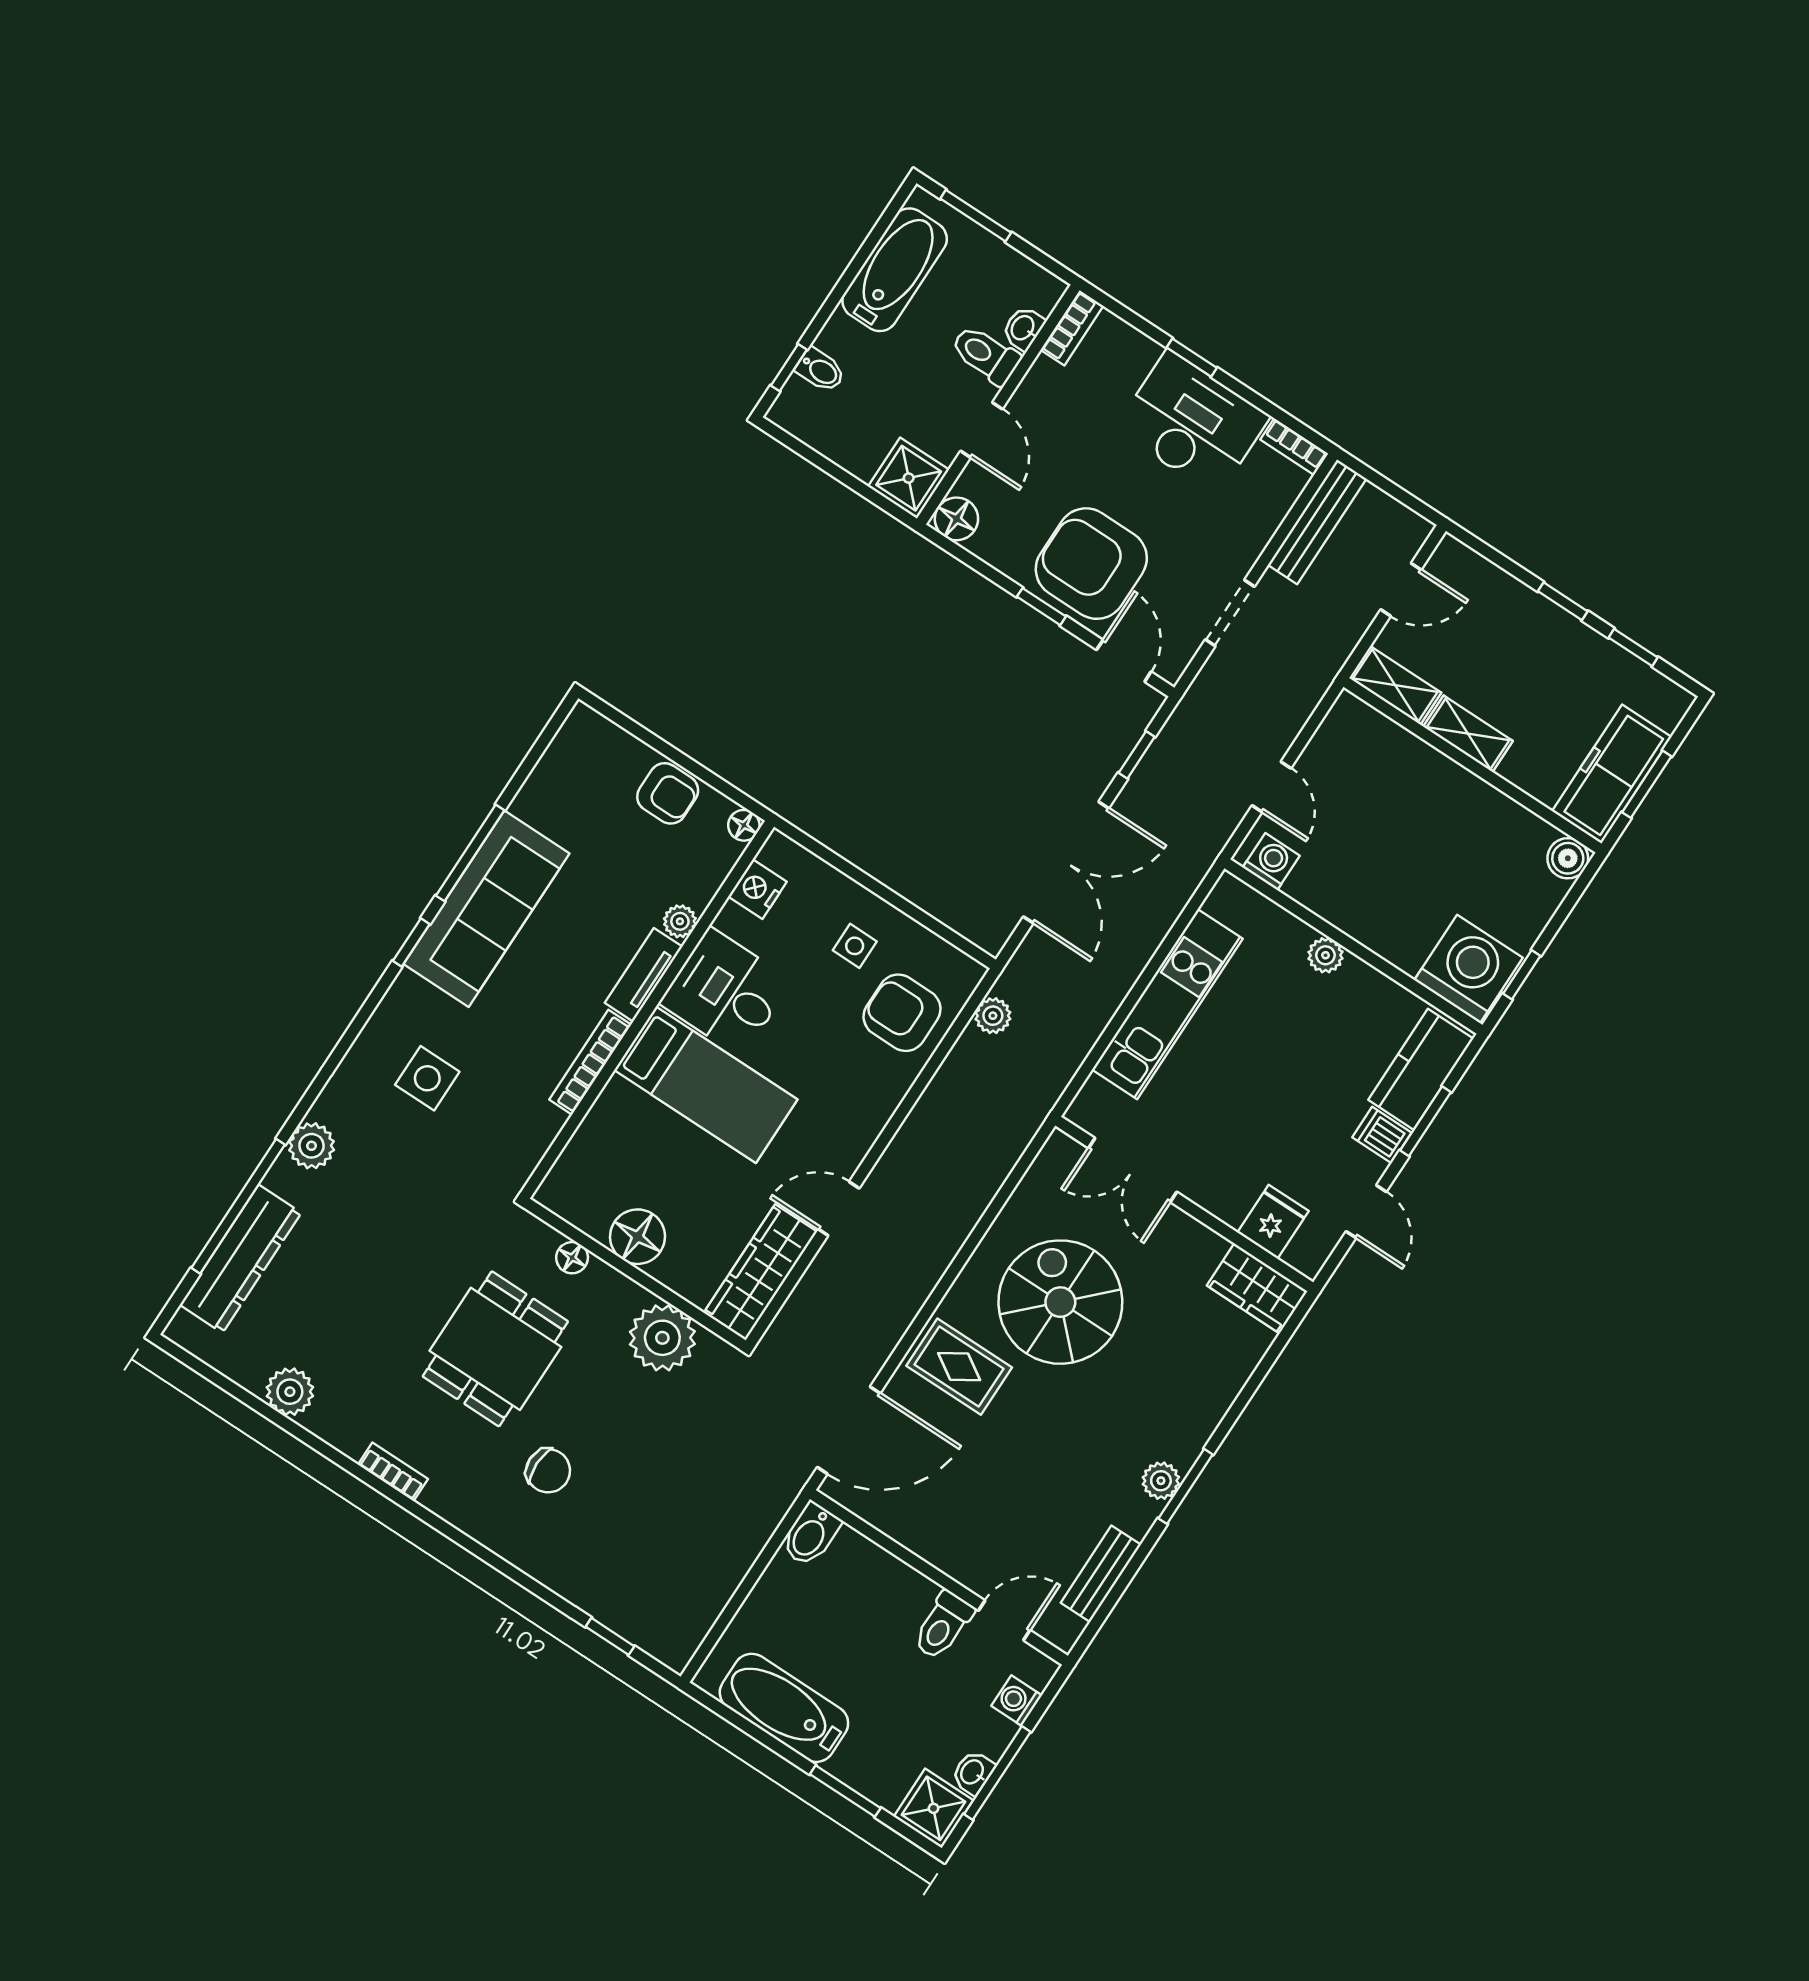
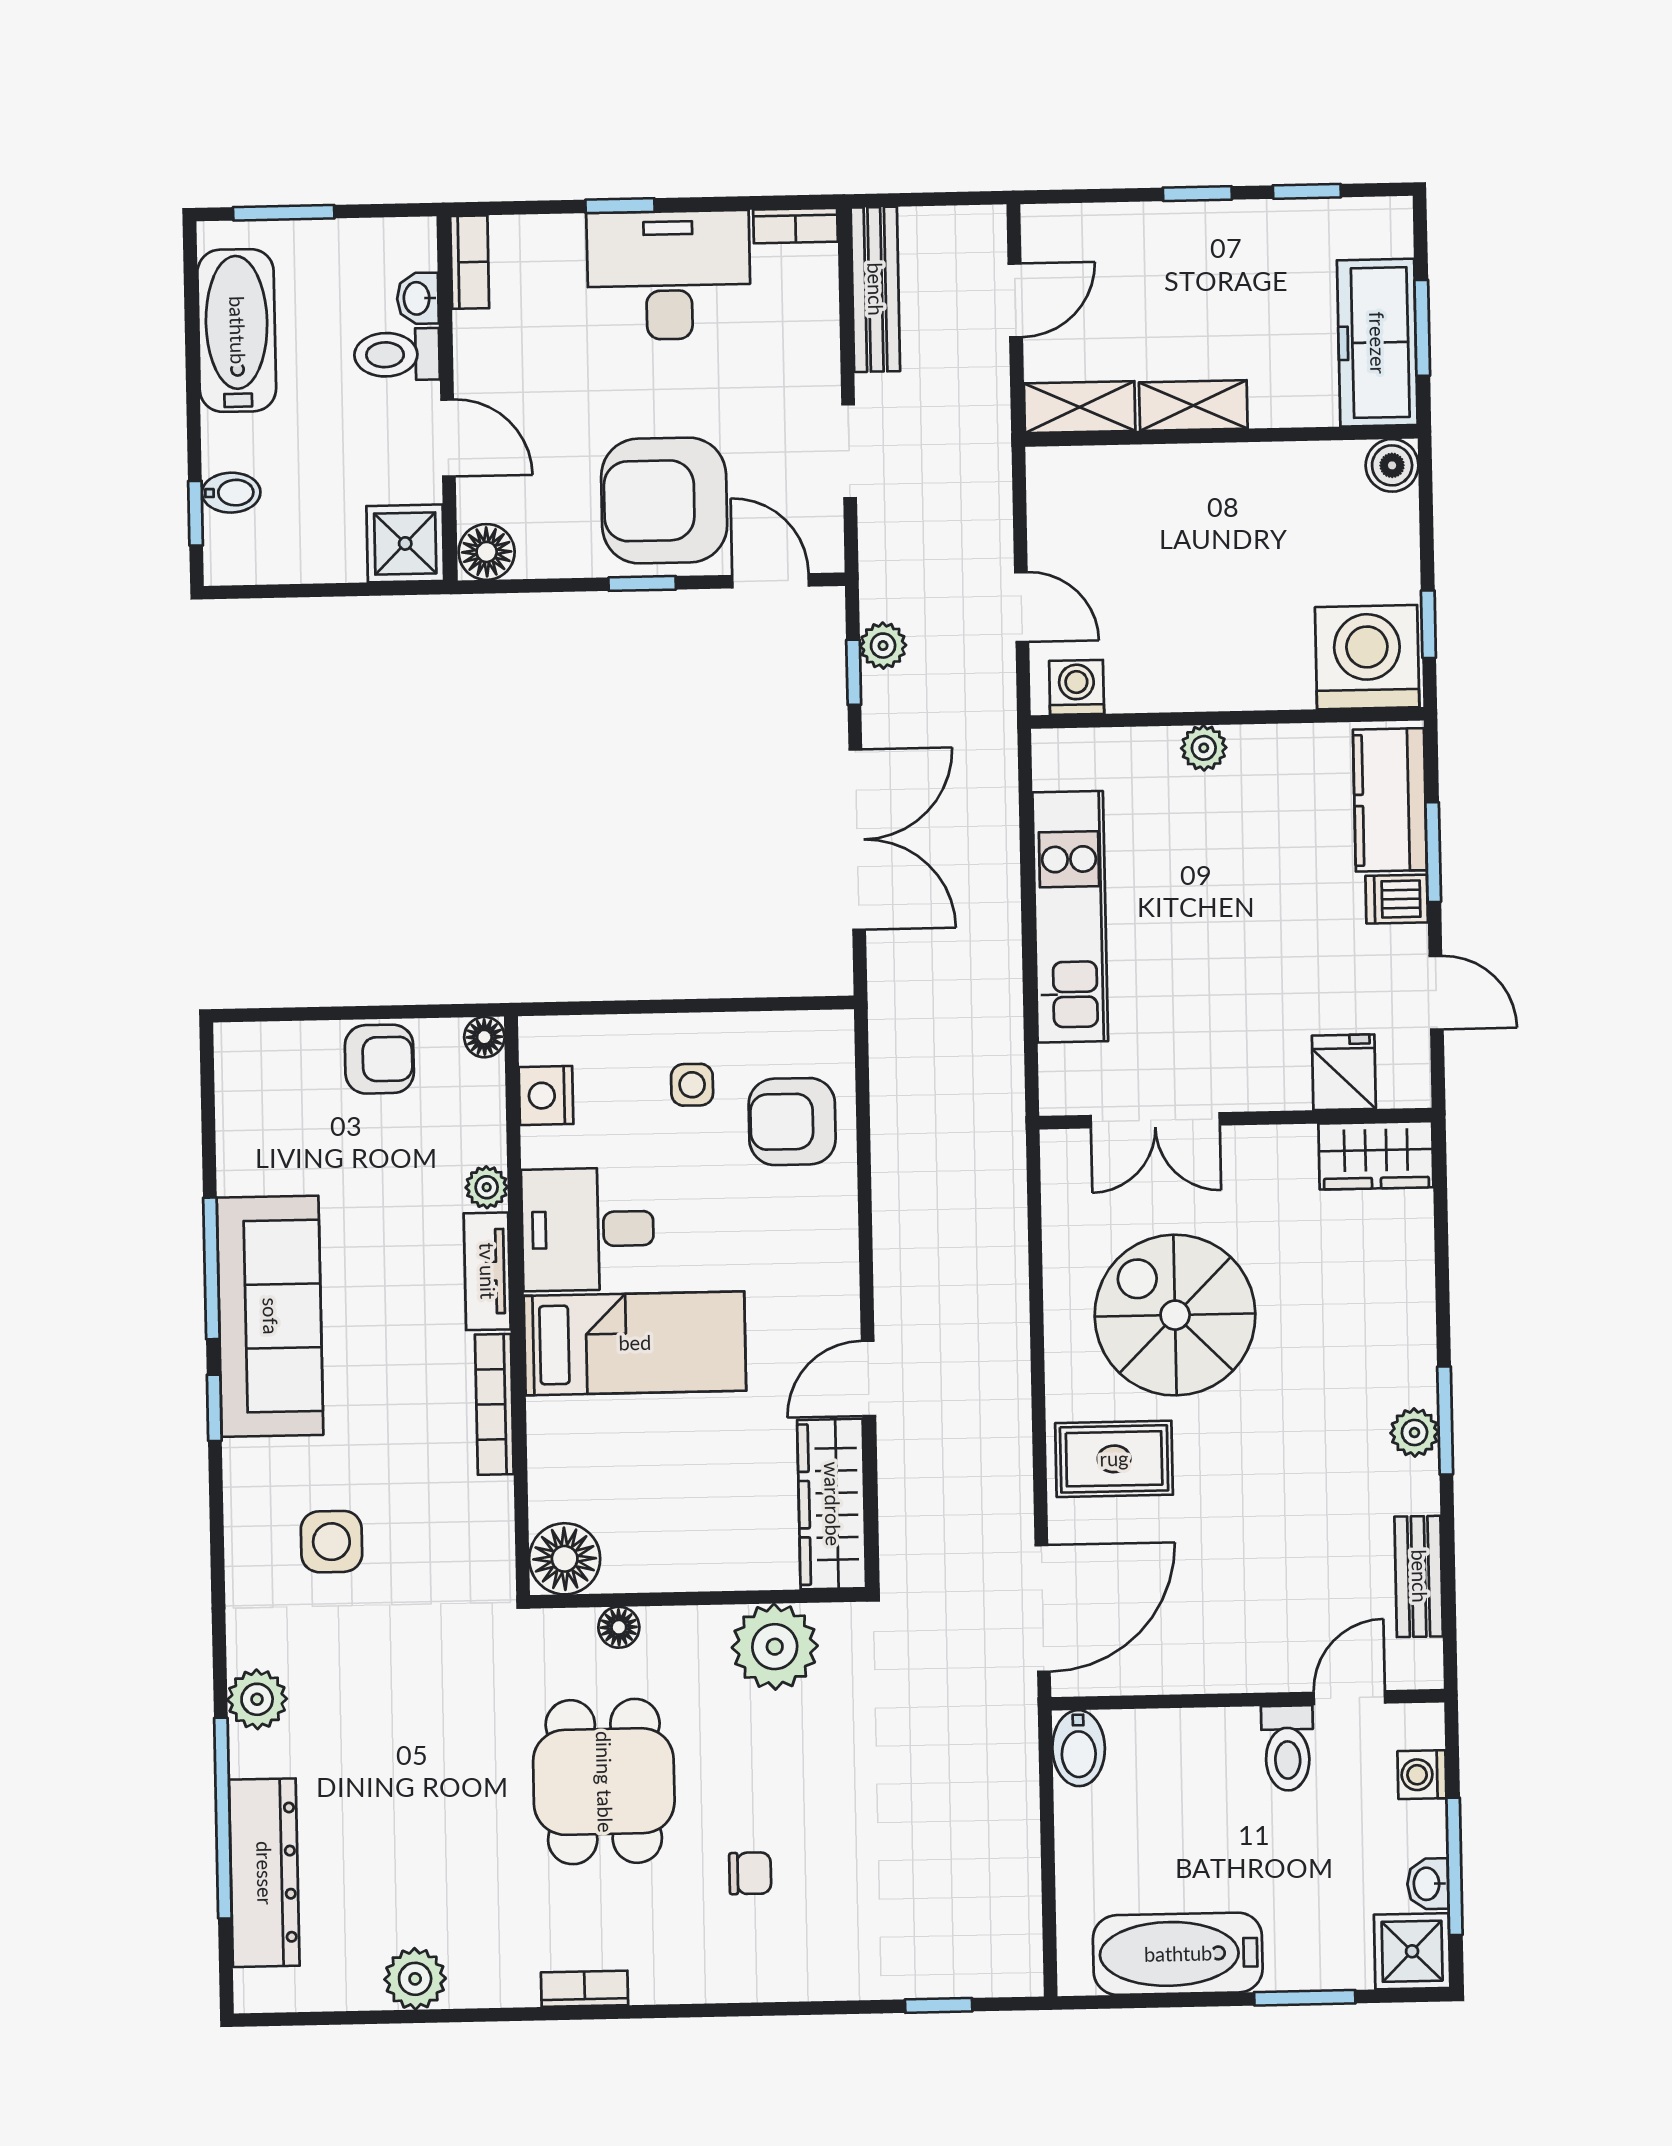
plant: (993, 1016) -> (883, 646), moved
floor lamp: (638, 1237) -> (565, 1559), moved
chair: (548, 1471) -> (750, 1873), width x0.73, depth x0.73

